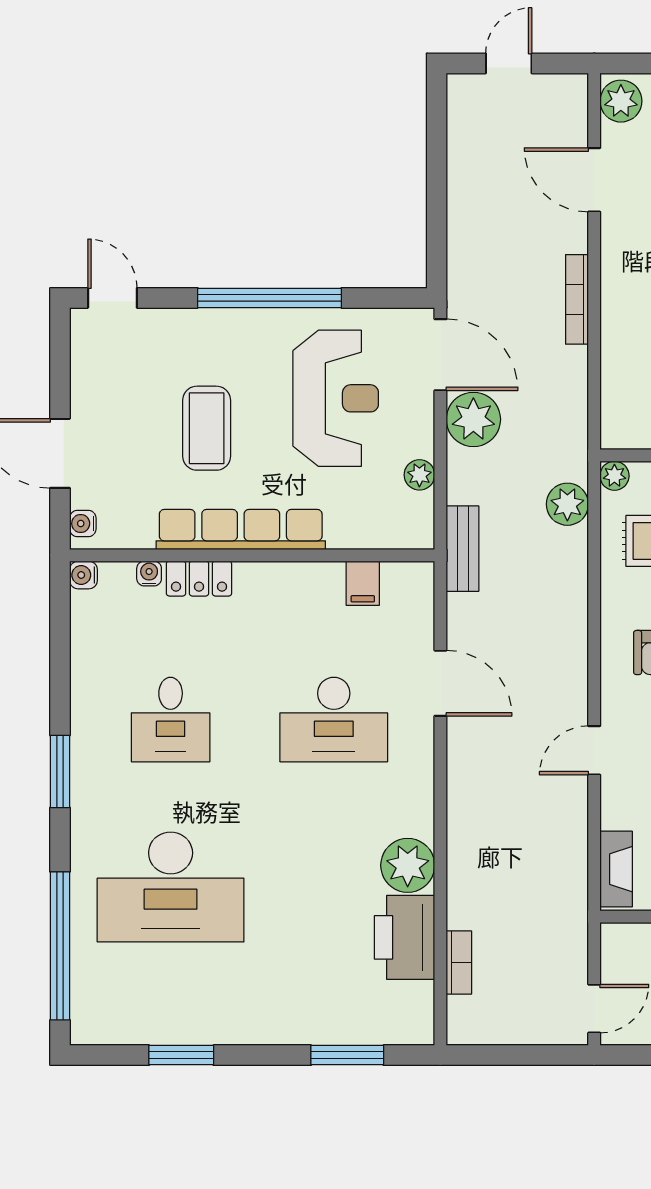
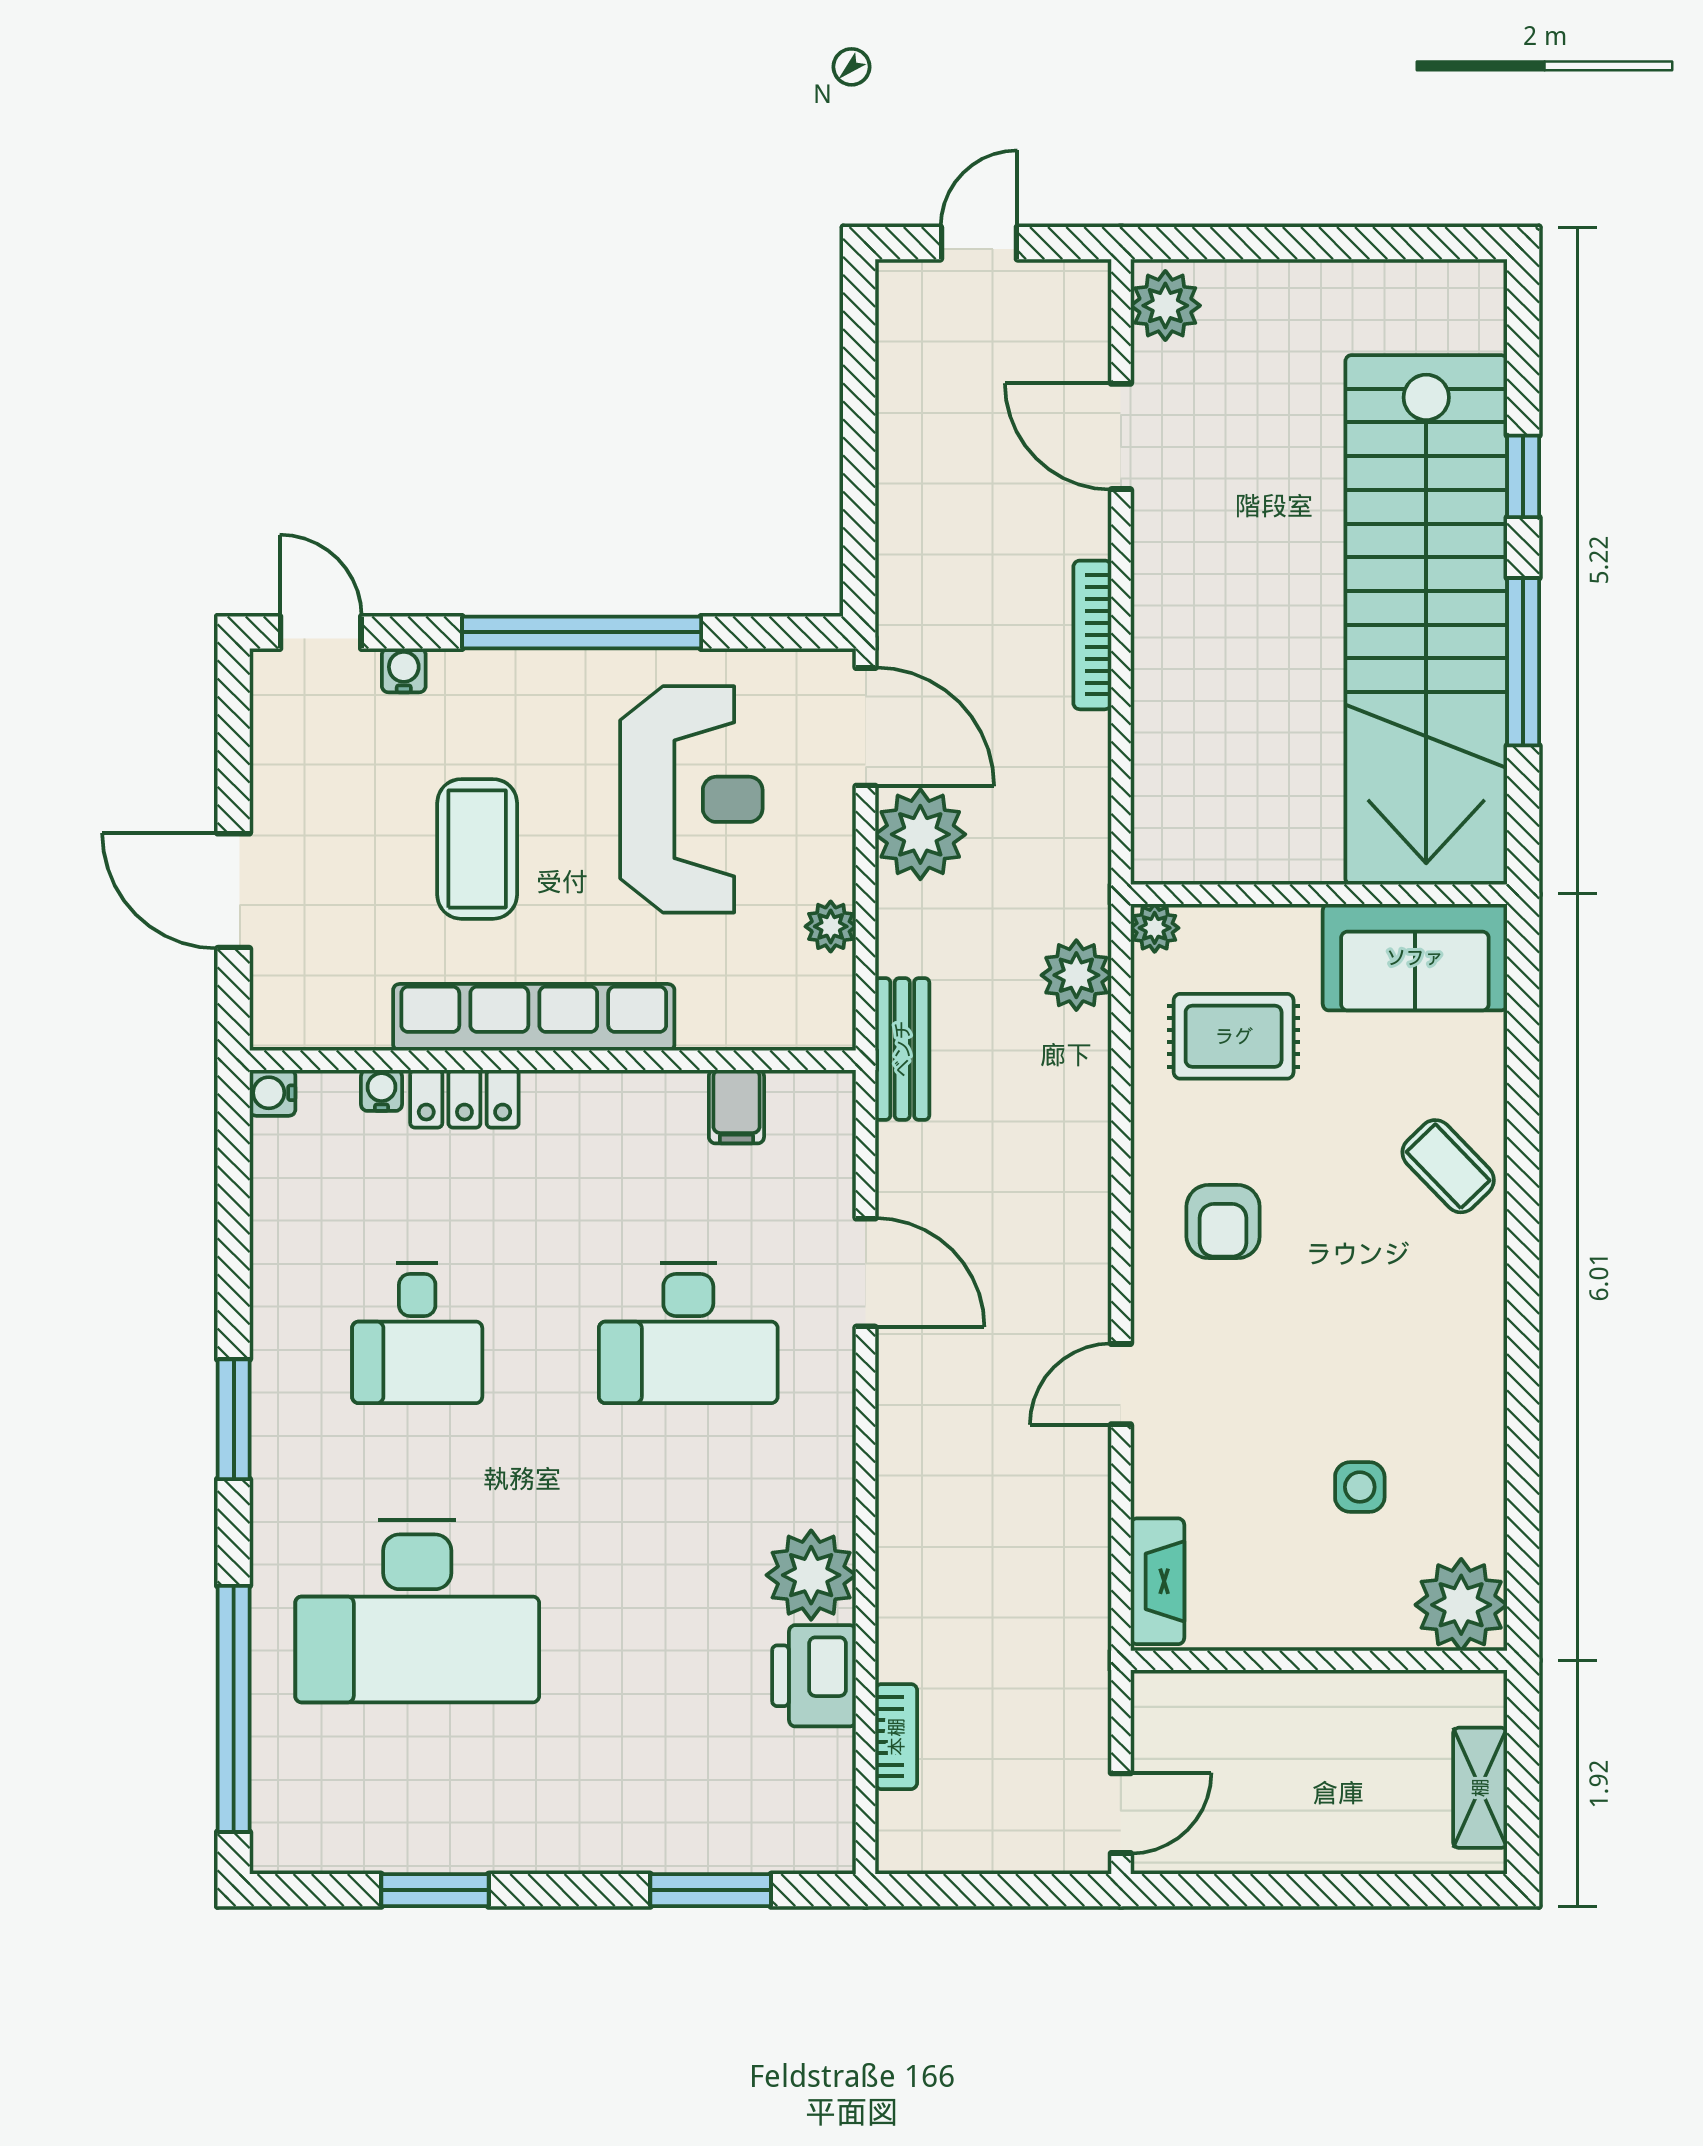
water cooler: (83, 524) -> (404, 670), moved, turned 90
printer: (405, 937) -> (814, 1676), width x0.73, depth x0.84

